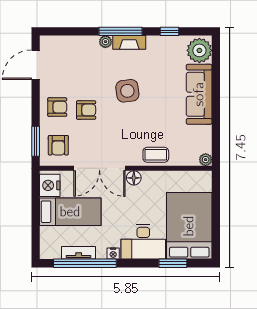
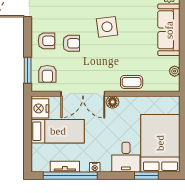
plant: (206, 160) -> (175, 71), moved
desk: (143, 242) -> (126, 157), width x0.73

